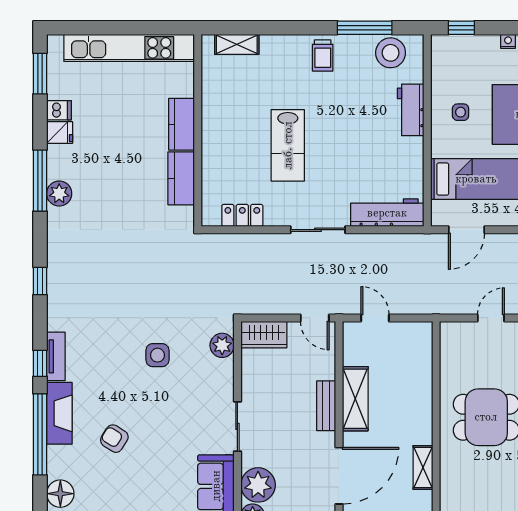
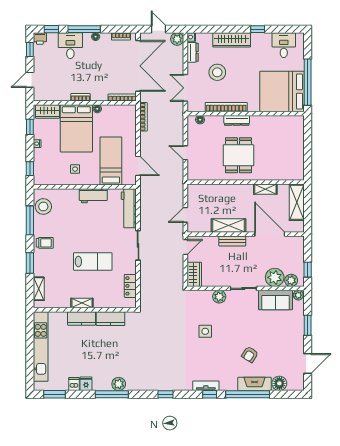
window: (285, 28) -> (30, 263), added
workbench: (411, 110) -> (93, 196), moved
shelving: (210, 125) -> (82, 303), added
plant: (222, 345) -> (219, 297), moved
fireplace: (59, 413) -> (255, 384), moved

